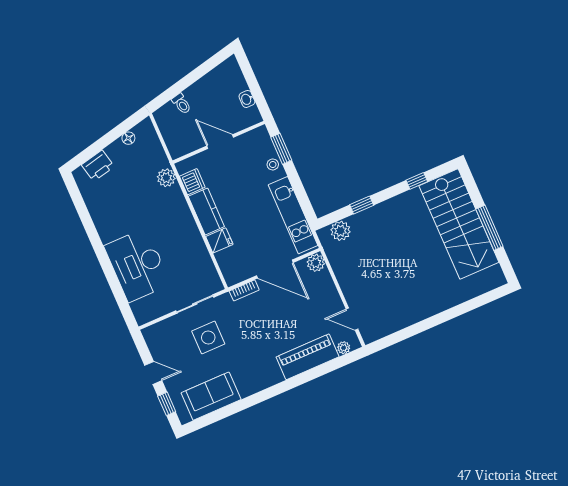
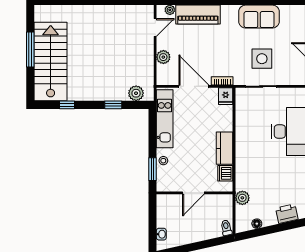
washbasin: (247, 99) -> (161, 234), moved
toilet: (181, 104) -> (226, 228), moved
door: (220, 142) -> (193, 193), hinge flipped
plant: (166, 178) -> (242, 198), moved
fridge: (219, 240) -> (226, 96), moved, turned -90
plant: (316, 263) -> (163, 57), moved
door: (352, 319) -> (155, 28), hinge flipped
sofa: (211, 396) -> (259, 17), moved

